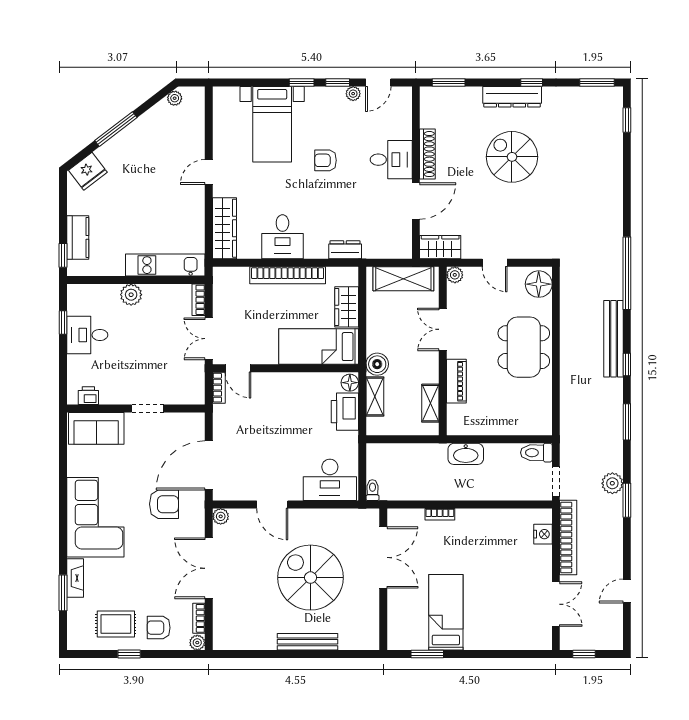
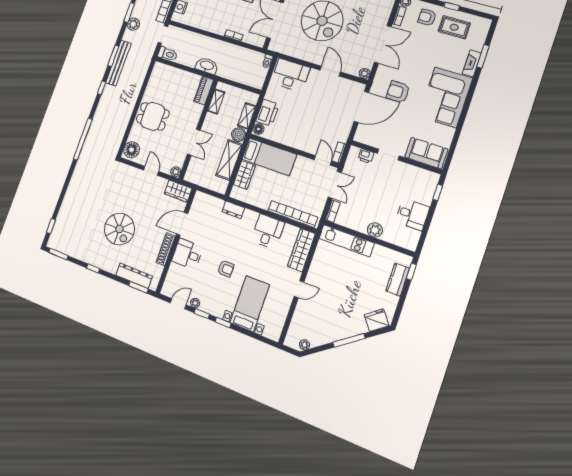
dresser: (512, 97) -> (134, 276), moved
bookcase: (288, 275) -> (293, 214), moved
shelving: (403, 279) -> (229, 160), moved, turned 90
window: (63, 323) -> (438, 192), moved
bench: (613, 339) -> (118, 63), moved
dining table: (524, 347) -> (153, 116), width x0.73
piano: (456, 381) -> (204, 91), moved
printer: (88, 396) -> (366, 156), moved
armchair: (159, 628) -> (427, 17), turned 180

